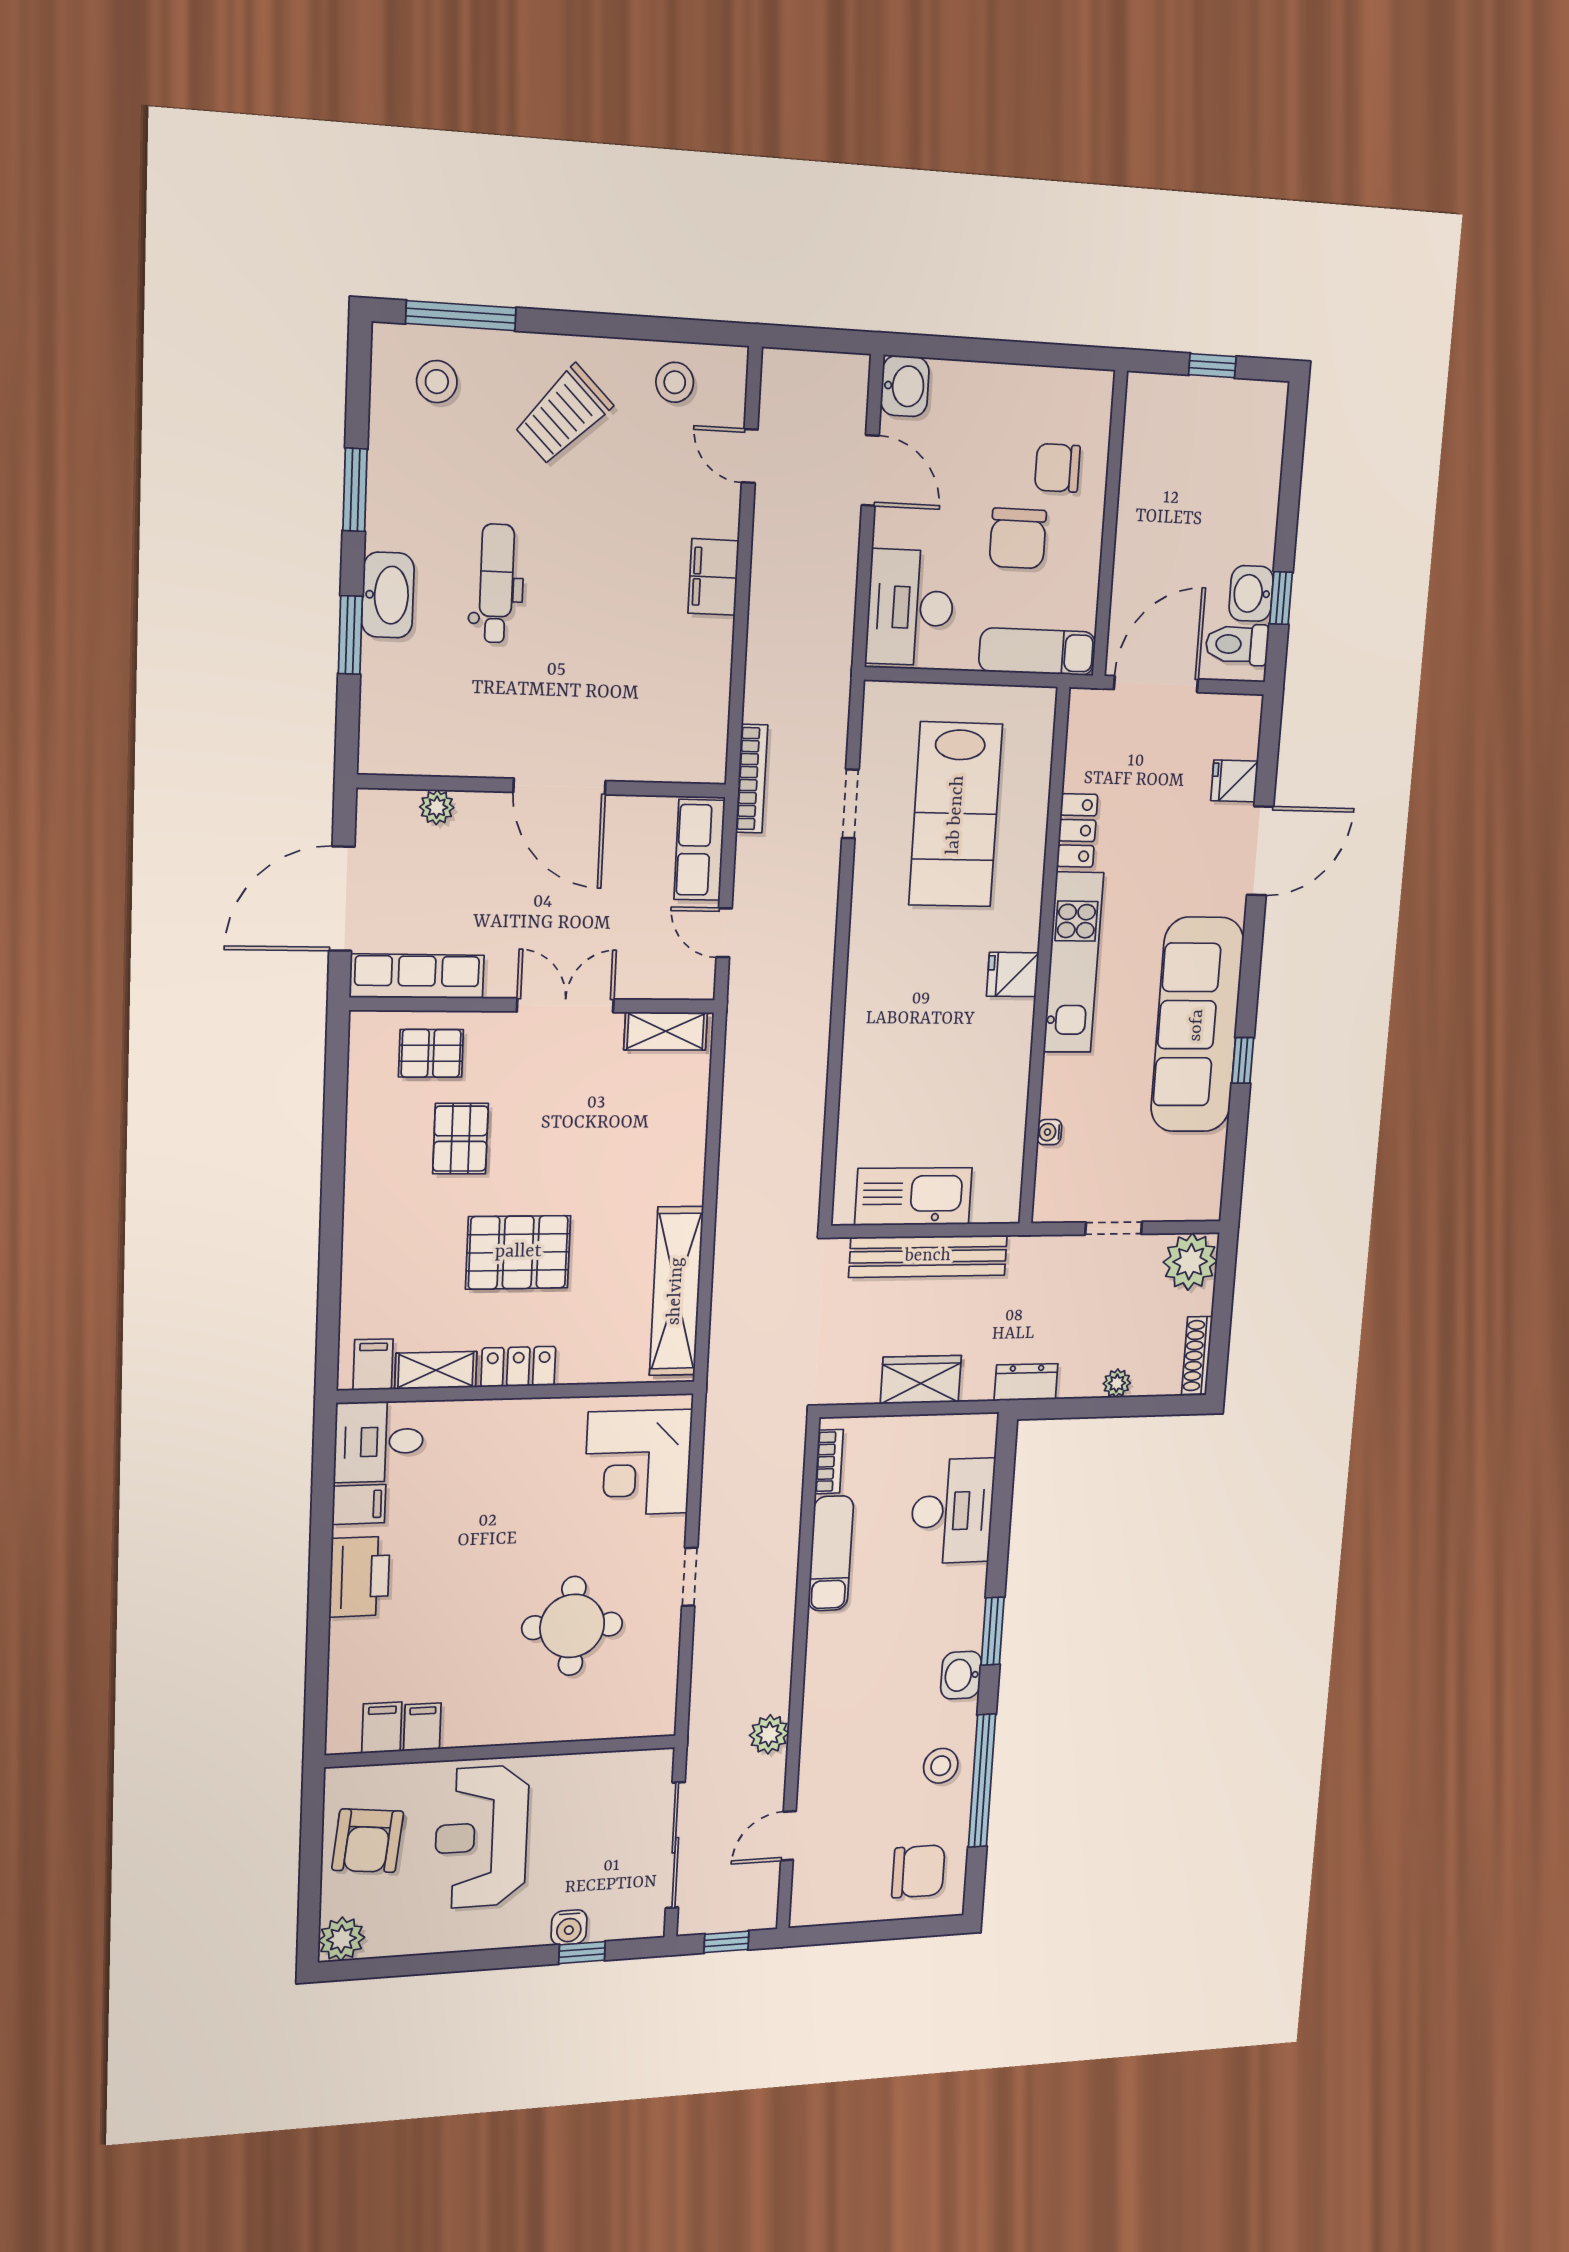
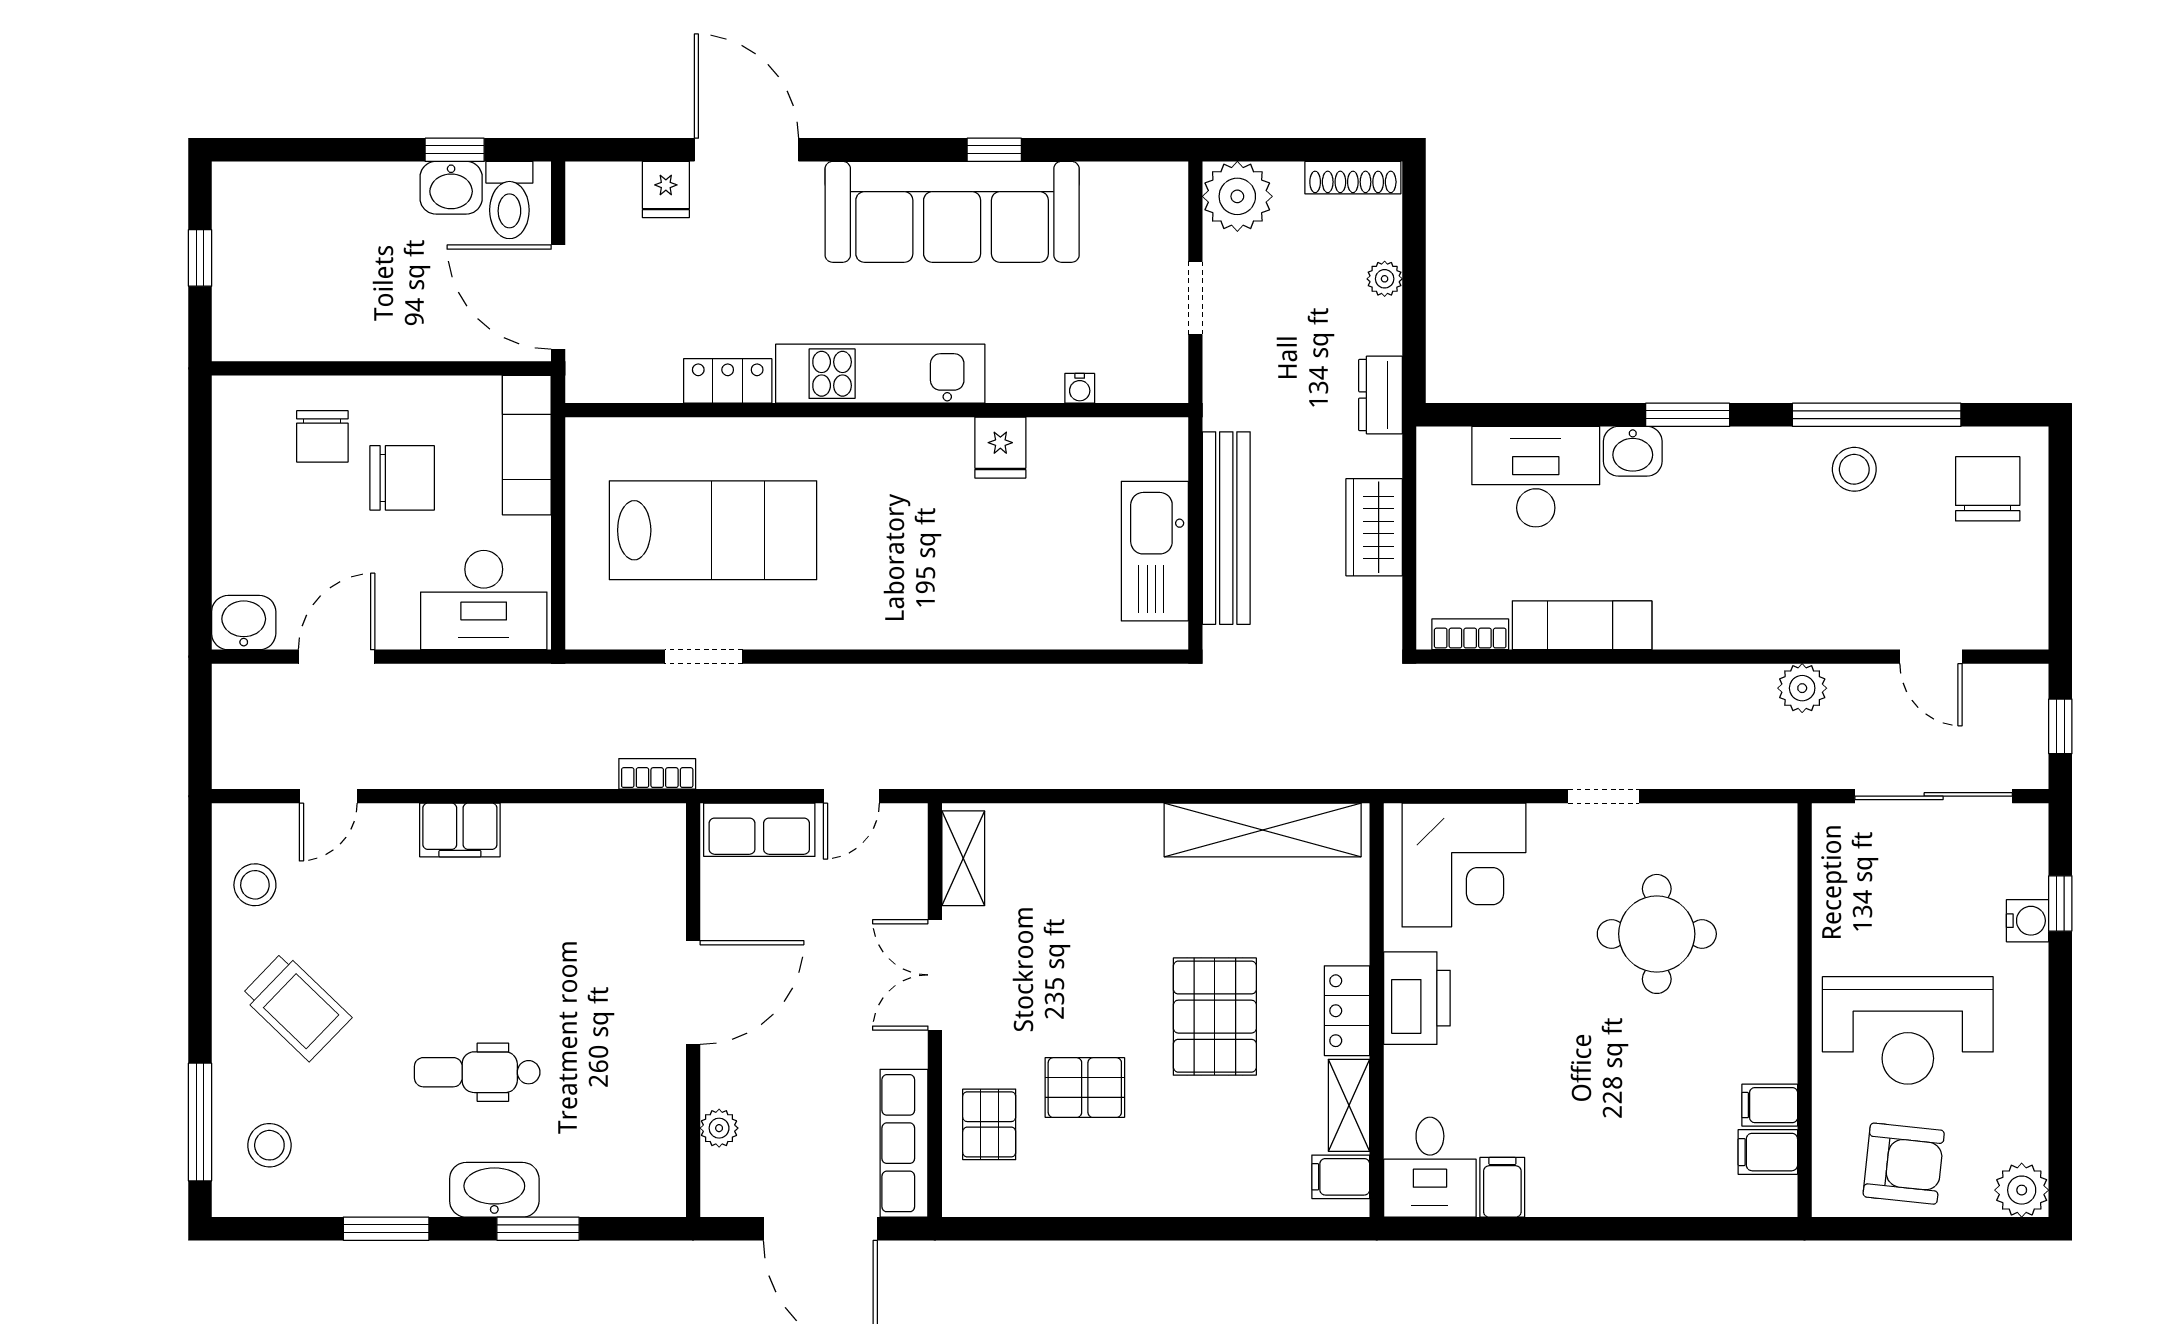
bookcase: (752, 779) -> (657, 774), width x0.64
fridge: (1013, 974) -> (1000, 448), moved
printer: (359, 1577) -> (1417, 998), moved, turned 90
washbasin: (961, 1675) -> (1633, 451), moved

